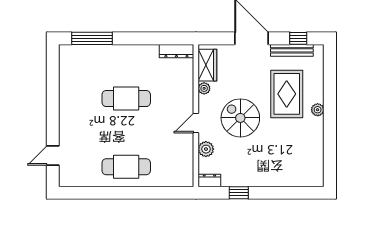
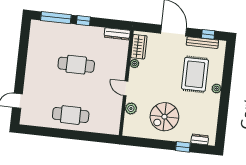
window: (129, 38) -> (83, 21), added
spiral stairs: (240, 118) -> (164, 117), moved, turned -90
door: (196, 123) -> (126, 88), hinge flipped
dresser: (209, 180) -> (200, 139), moved
window: (239, 193) -> (183, 147), moved

